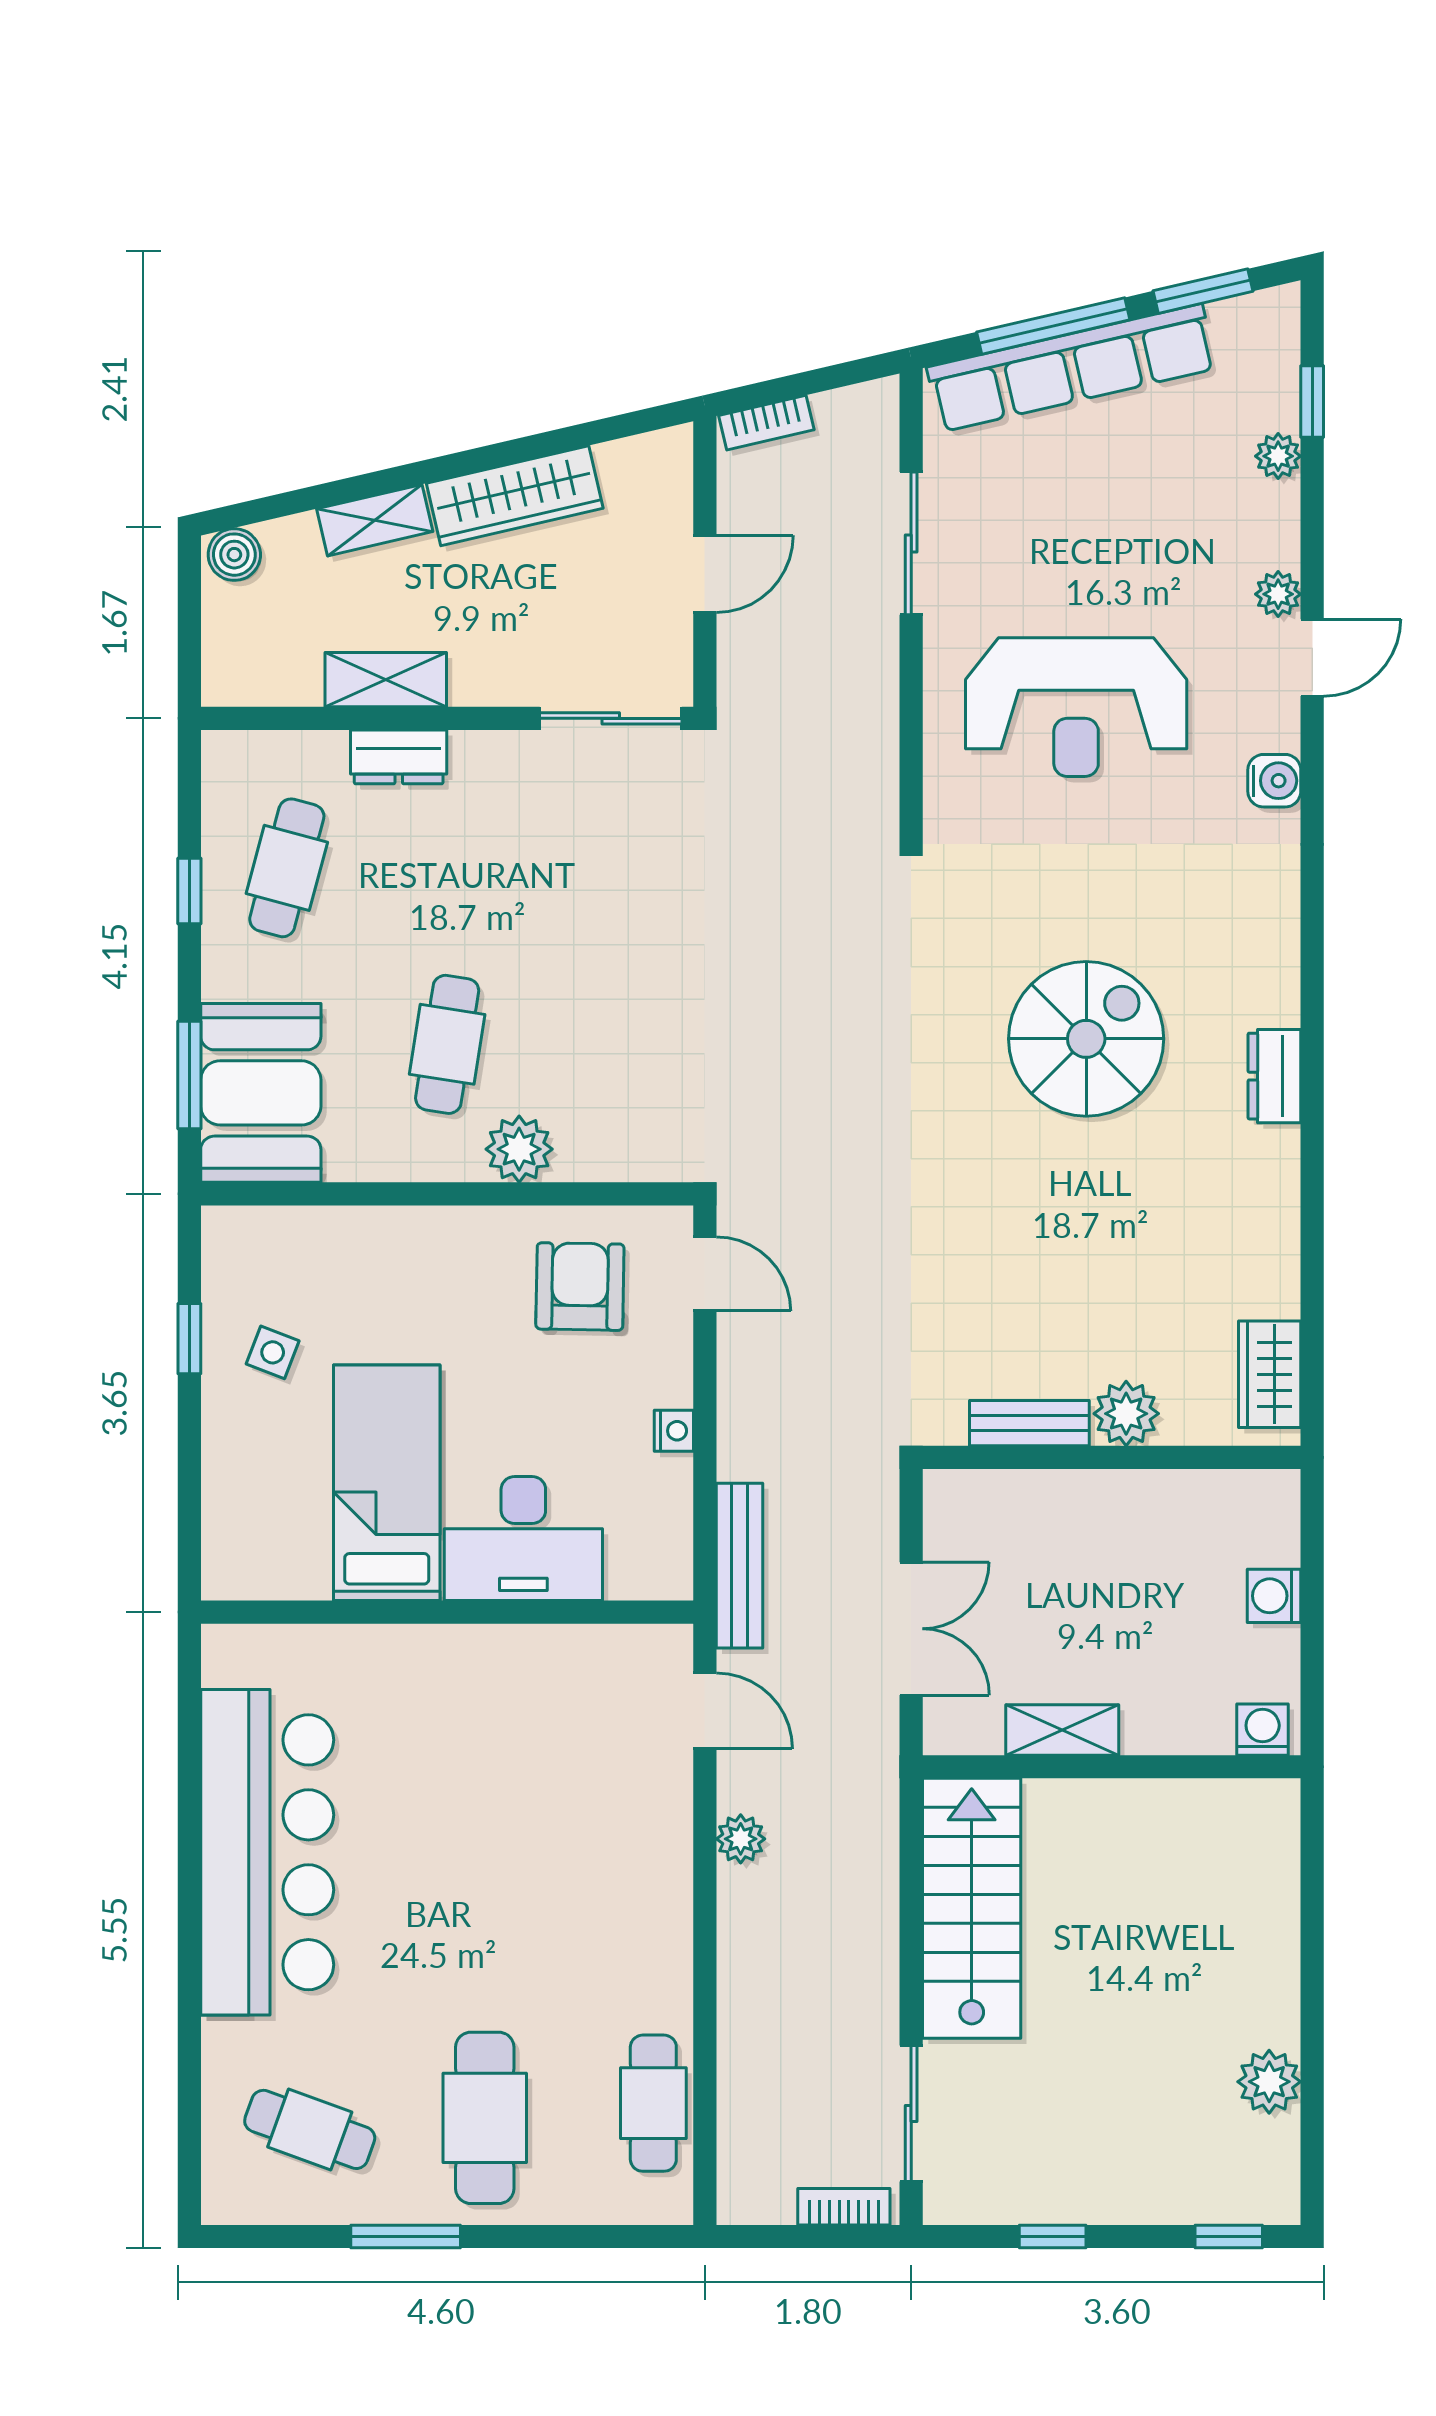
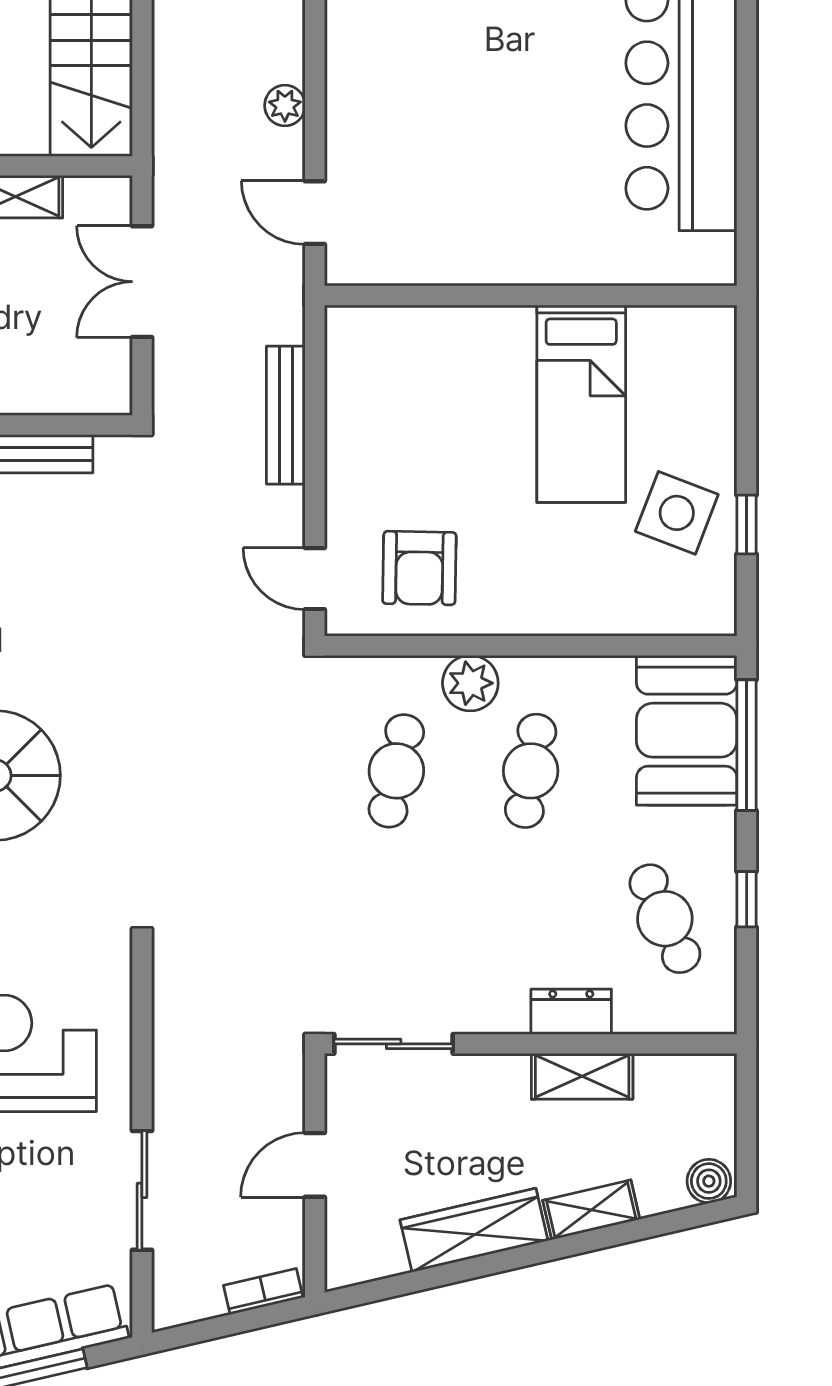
cafe table: (287, 868) -> (665, 919), turned -39
cafe table: (607, 1044) -> (396, 771), added
window: (189, 1075) -> (747, 745), width x1.44
side table: (273, 1352) -> (677, 513), width x1.87, depth x1.87
nightstand: (674, 1431) -> (341, 447), removed
desk: (523, 1539) -> (467, 357), removed
bench: (739, 1566) -> (286, 415), moved

